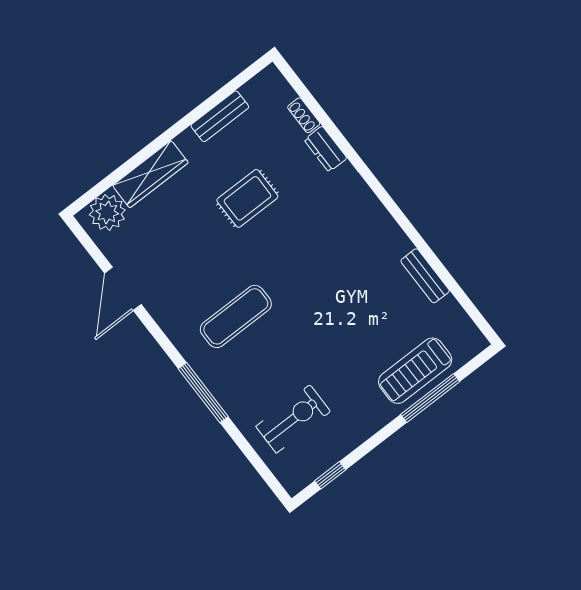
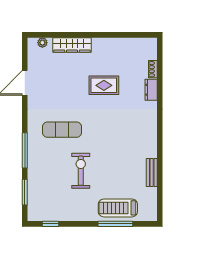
bench: (220, 116) -> (118, 43), removed
plant: (107, 212) -> (42, 43), width x0.53, depth x0.53
exercise bike: (293, 419) -> (81, 171), moved, turned -90
window: (253, 457) -> (25, 192), added

